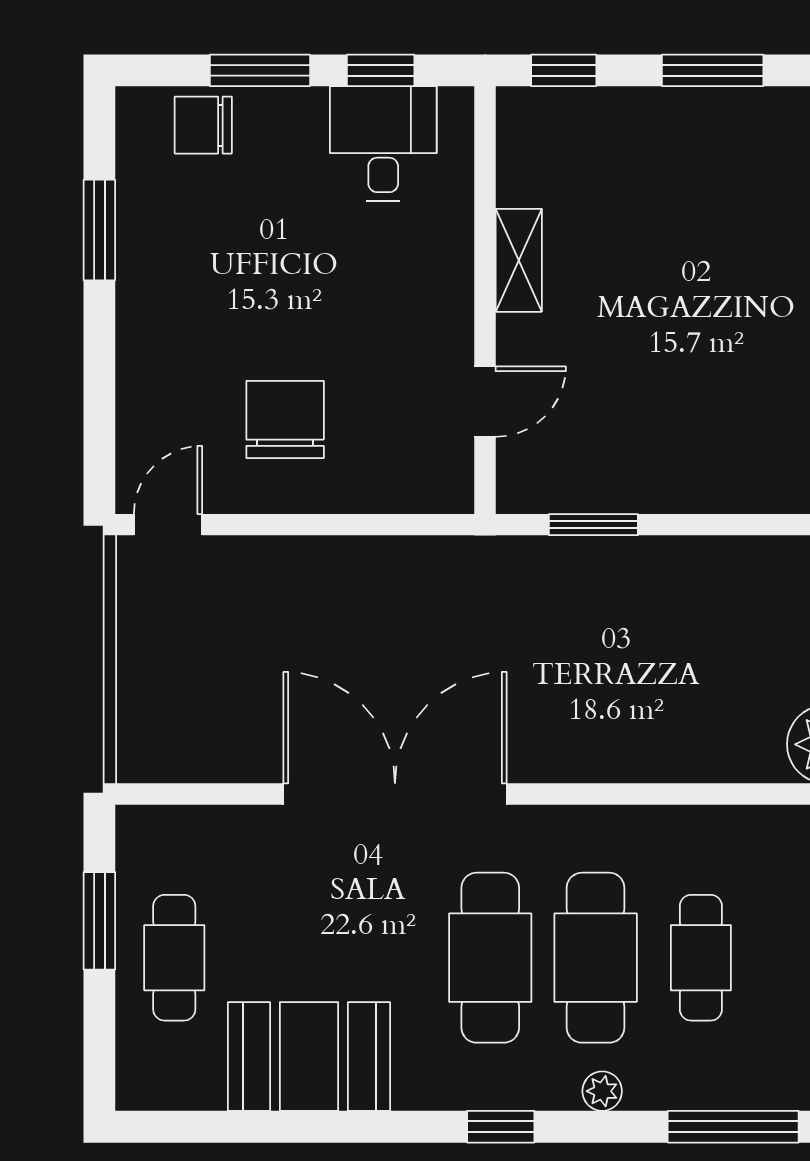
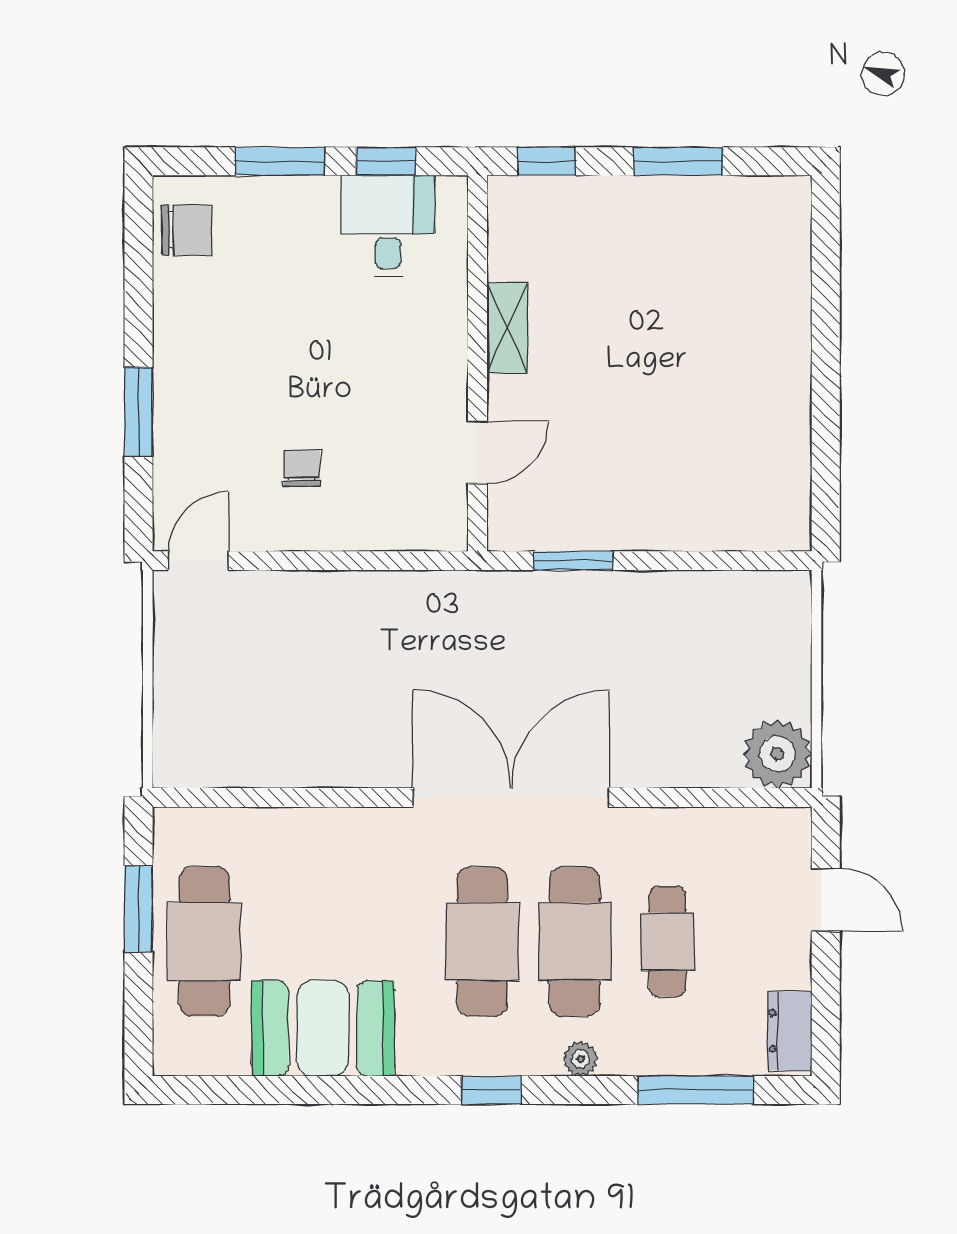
chair: (203, 125) -> (186, 230), moved, turned 180
window: (99, 230) -> (138, 412), moved
chair: (285, 419) -> (302, 468), width x0.54, depth x0.54
double door: (395, 794) -> (511, 797), moved
cafe table: (174, 958) -> (204, 941), width x1.37, depth x1.35

